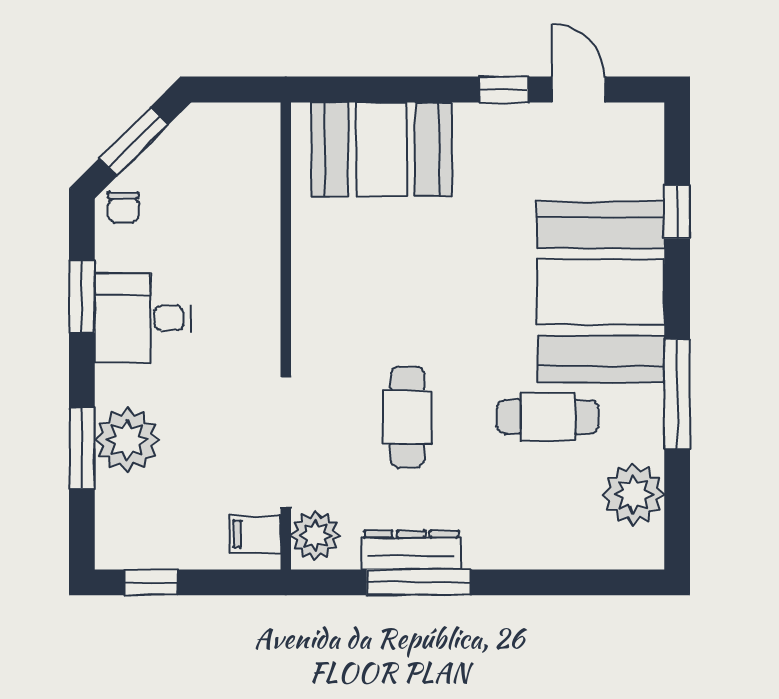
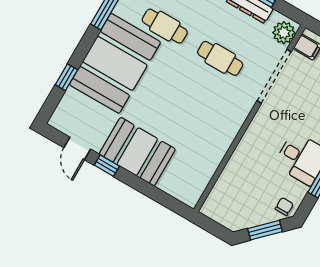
booth: (382, 149) -> (137, 152), moved
cafe table: (407, 417) -> (220, 58), turned 90

